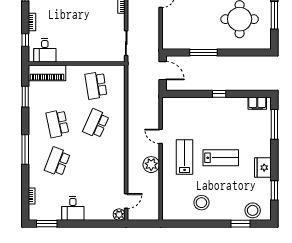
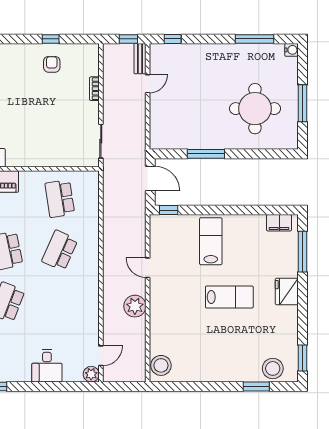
window: (219, 94) -> (169, 210), moved
lab bench: (185, 157) -> (211, 241), moved
fridge: (263, 168) -> (287, 291), moved
window: (274, 190) -> (302, 358), moved
stool: (201, 203) -> (161, 365), moved
desk: (73, 208) -> (47, 366), moved

